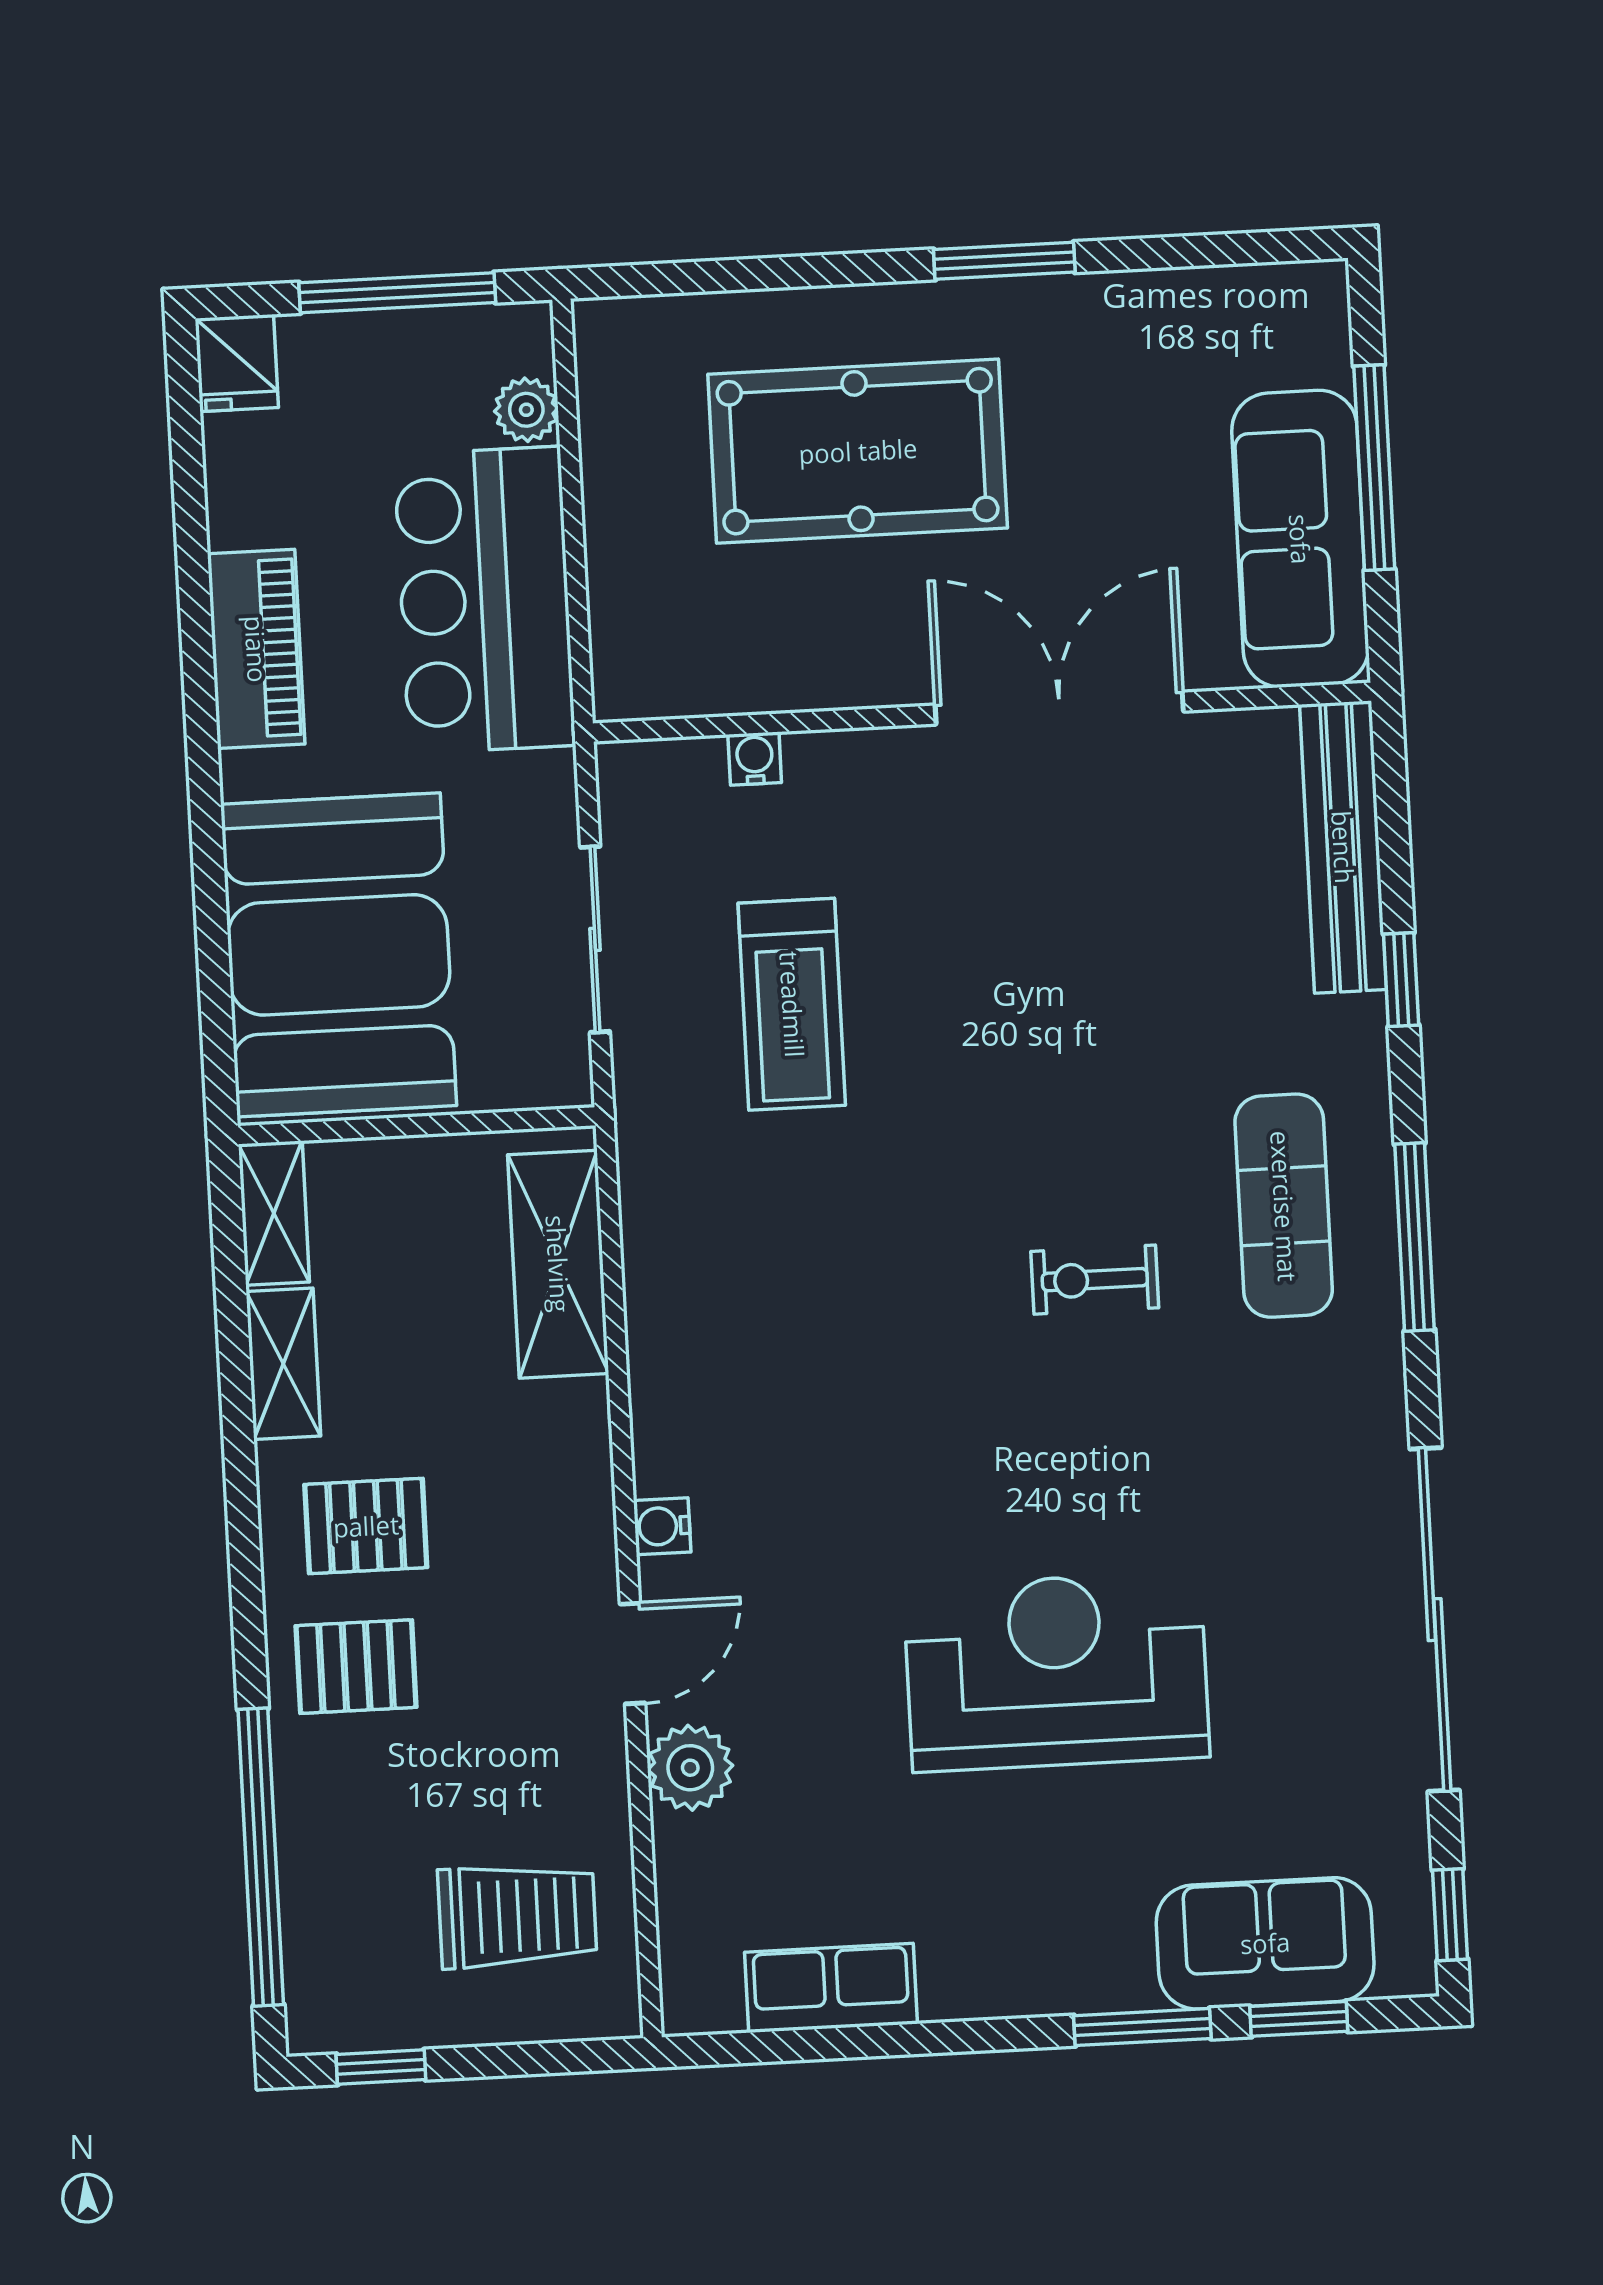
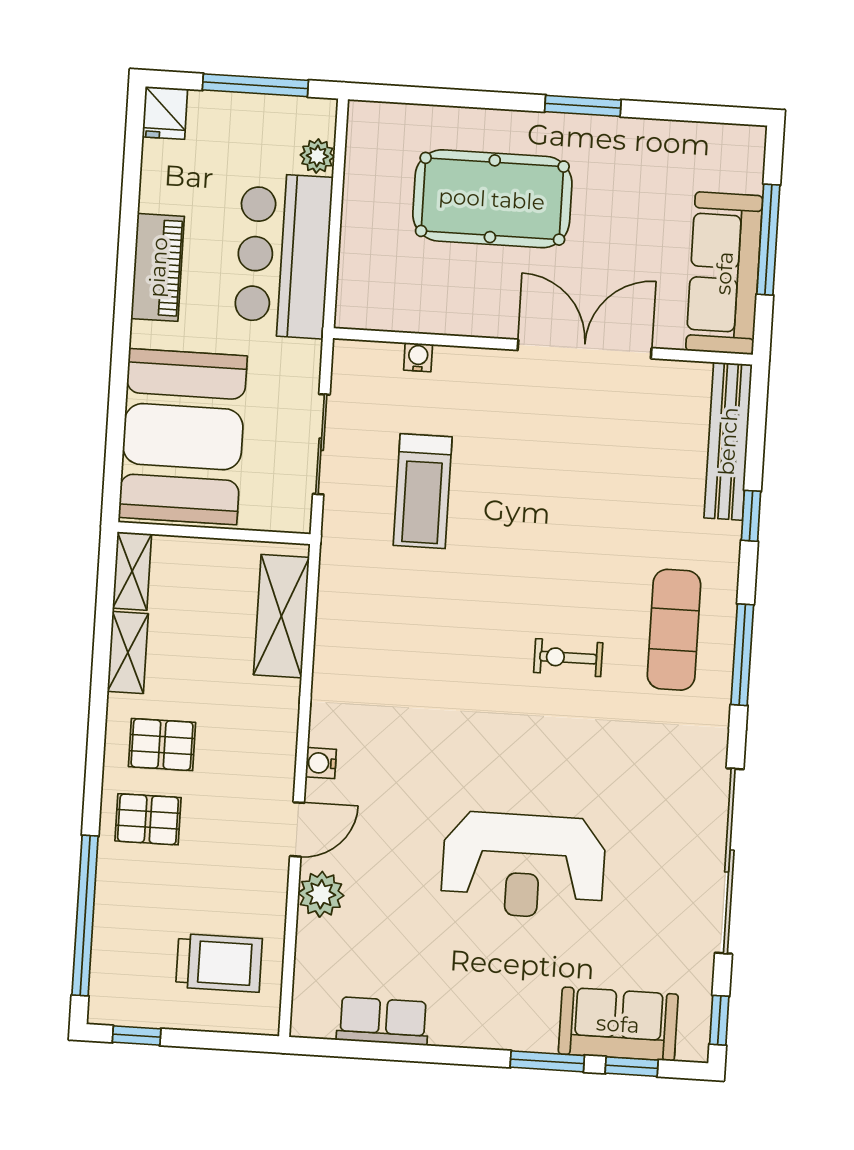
reception desk: (1057, 1672) -> (523, 865), turned 180

